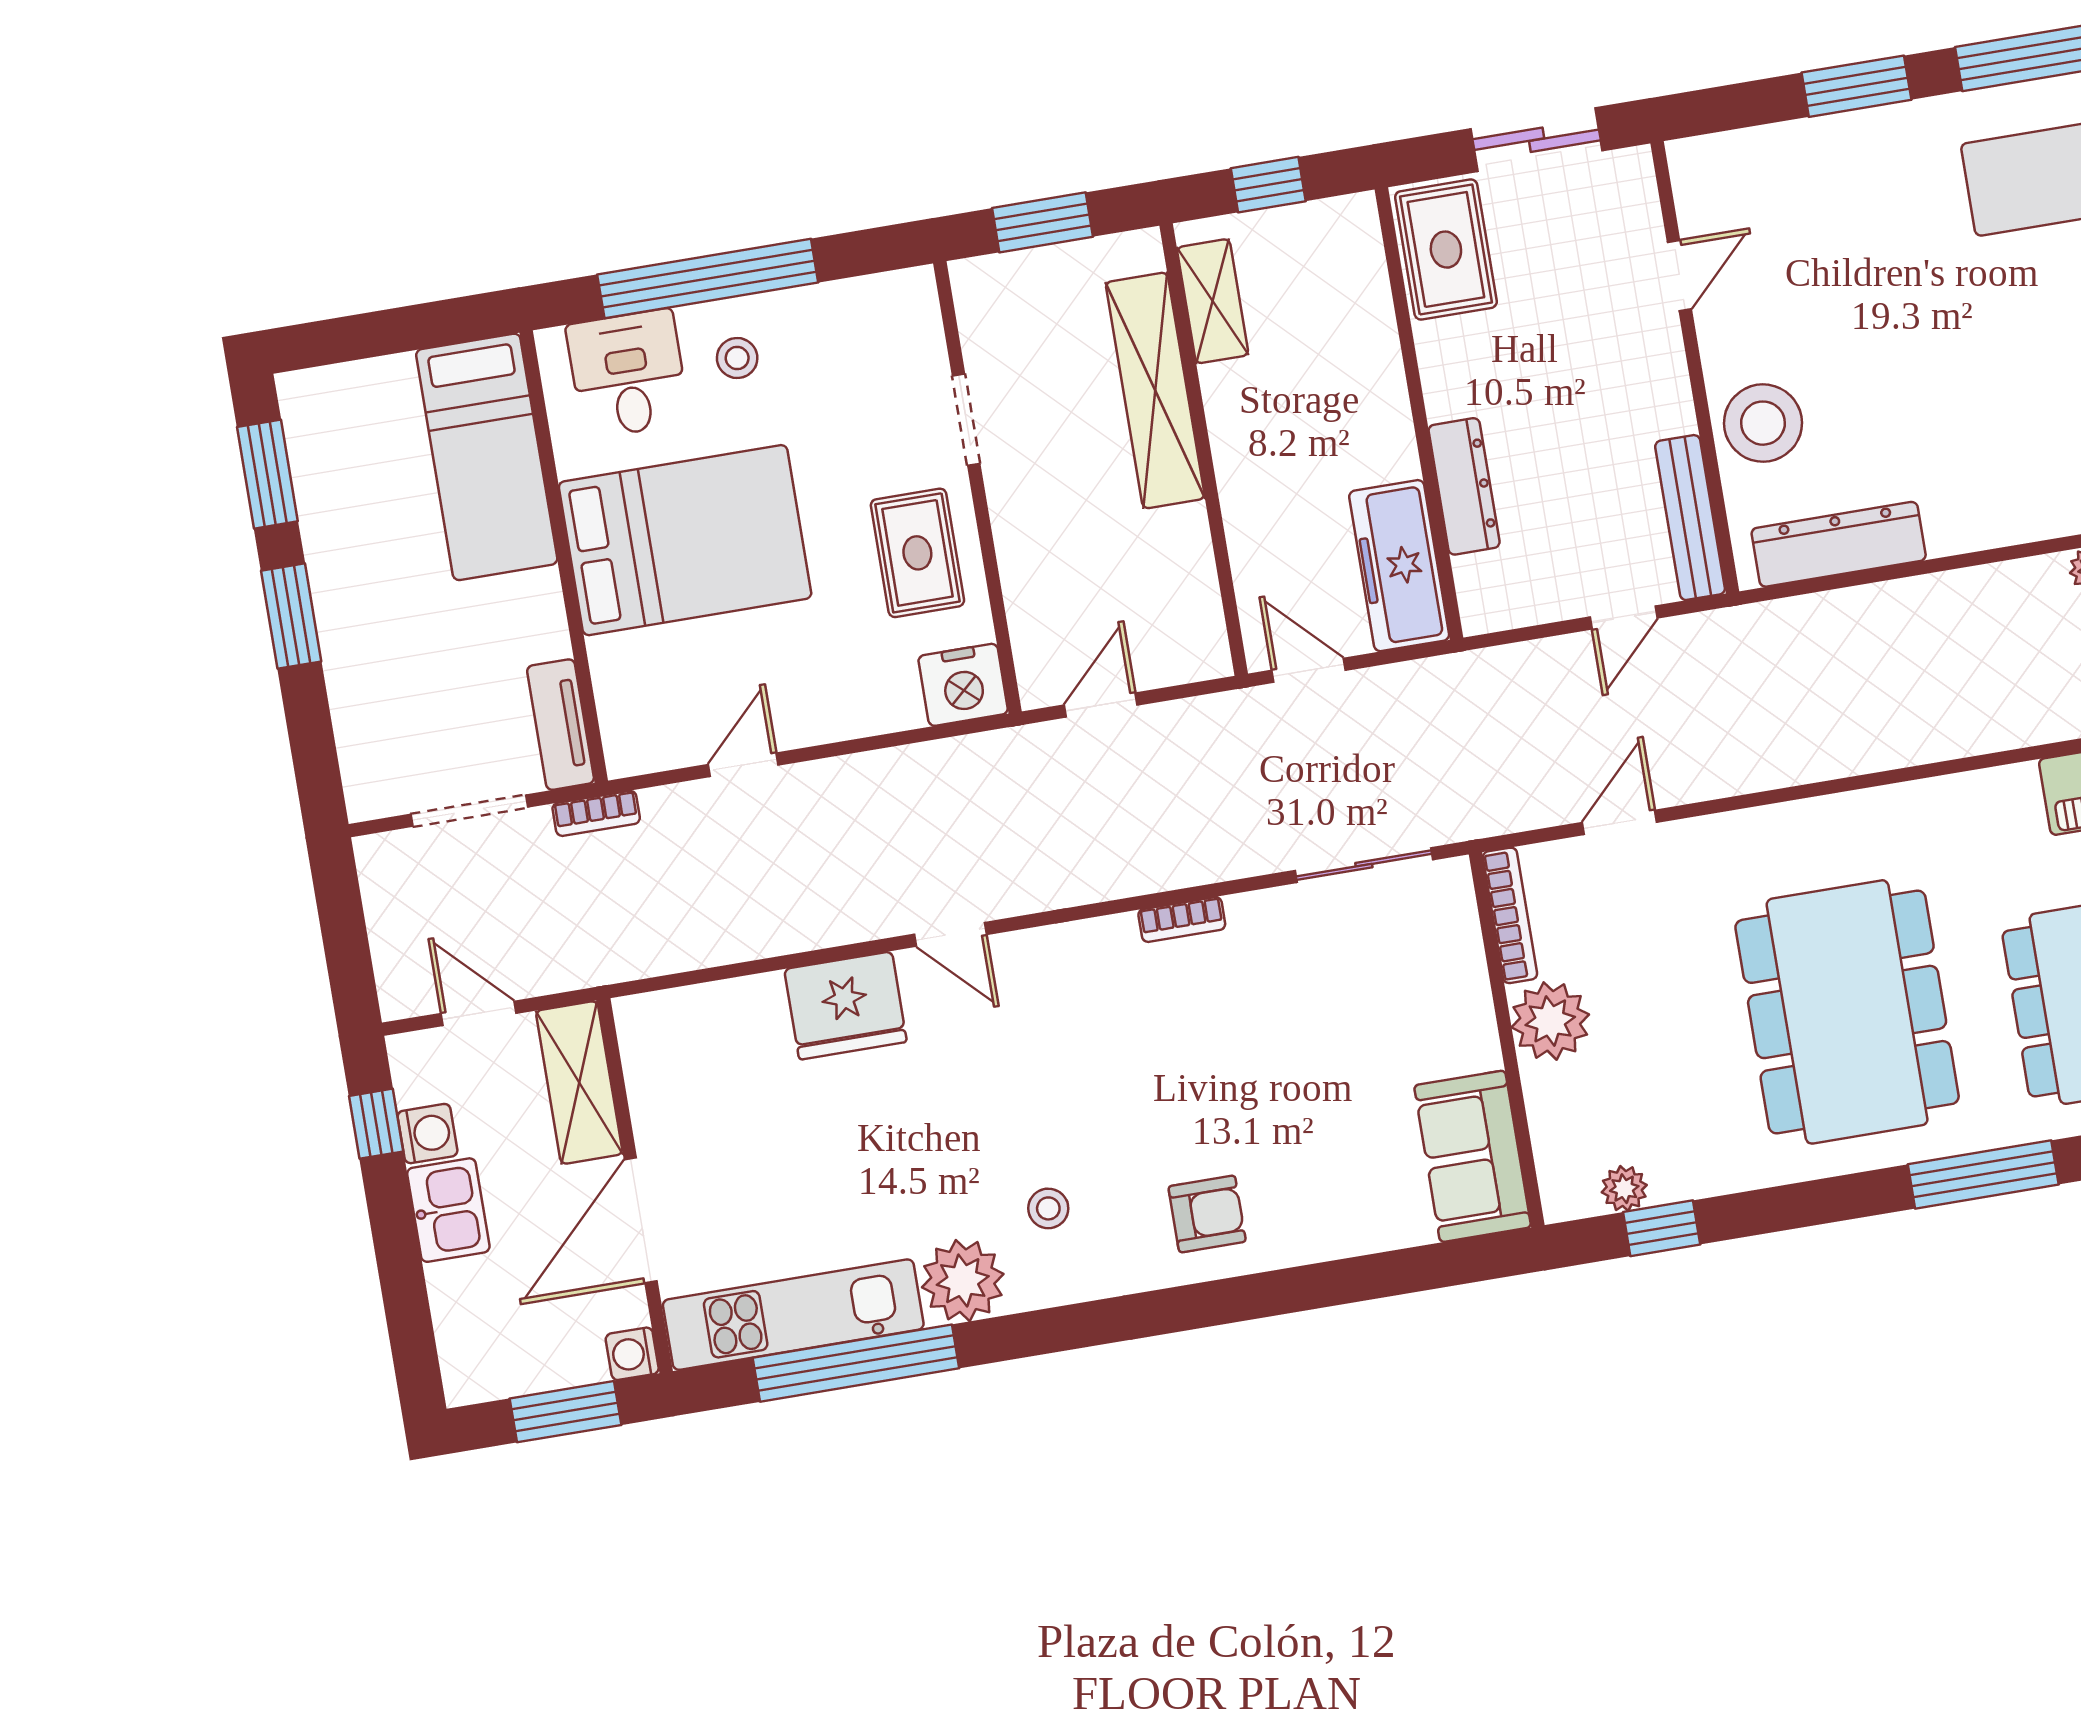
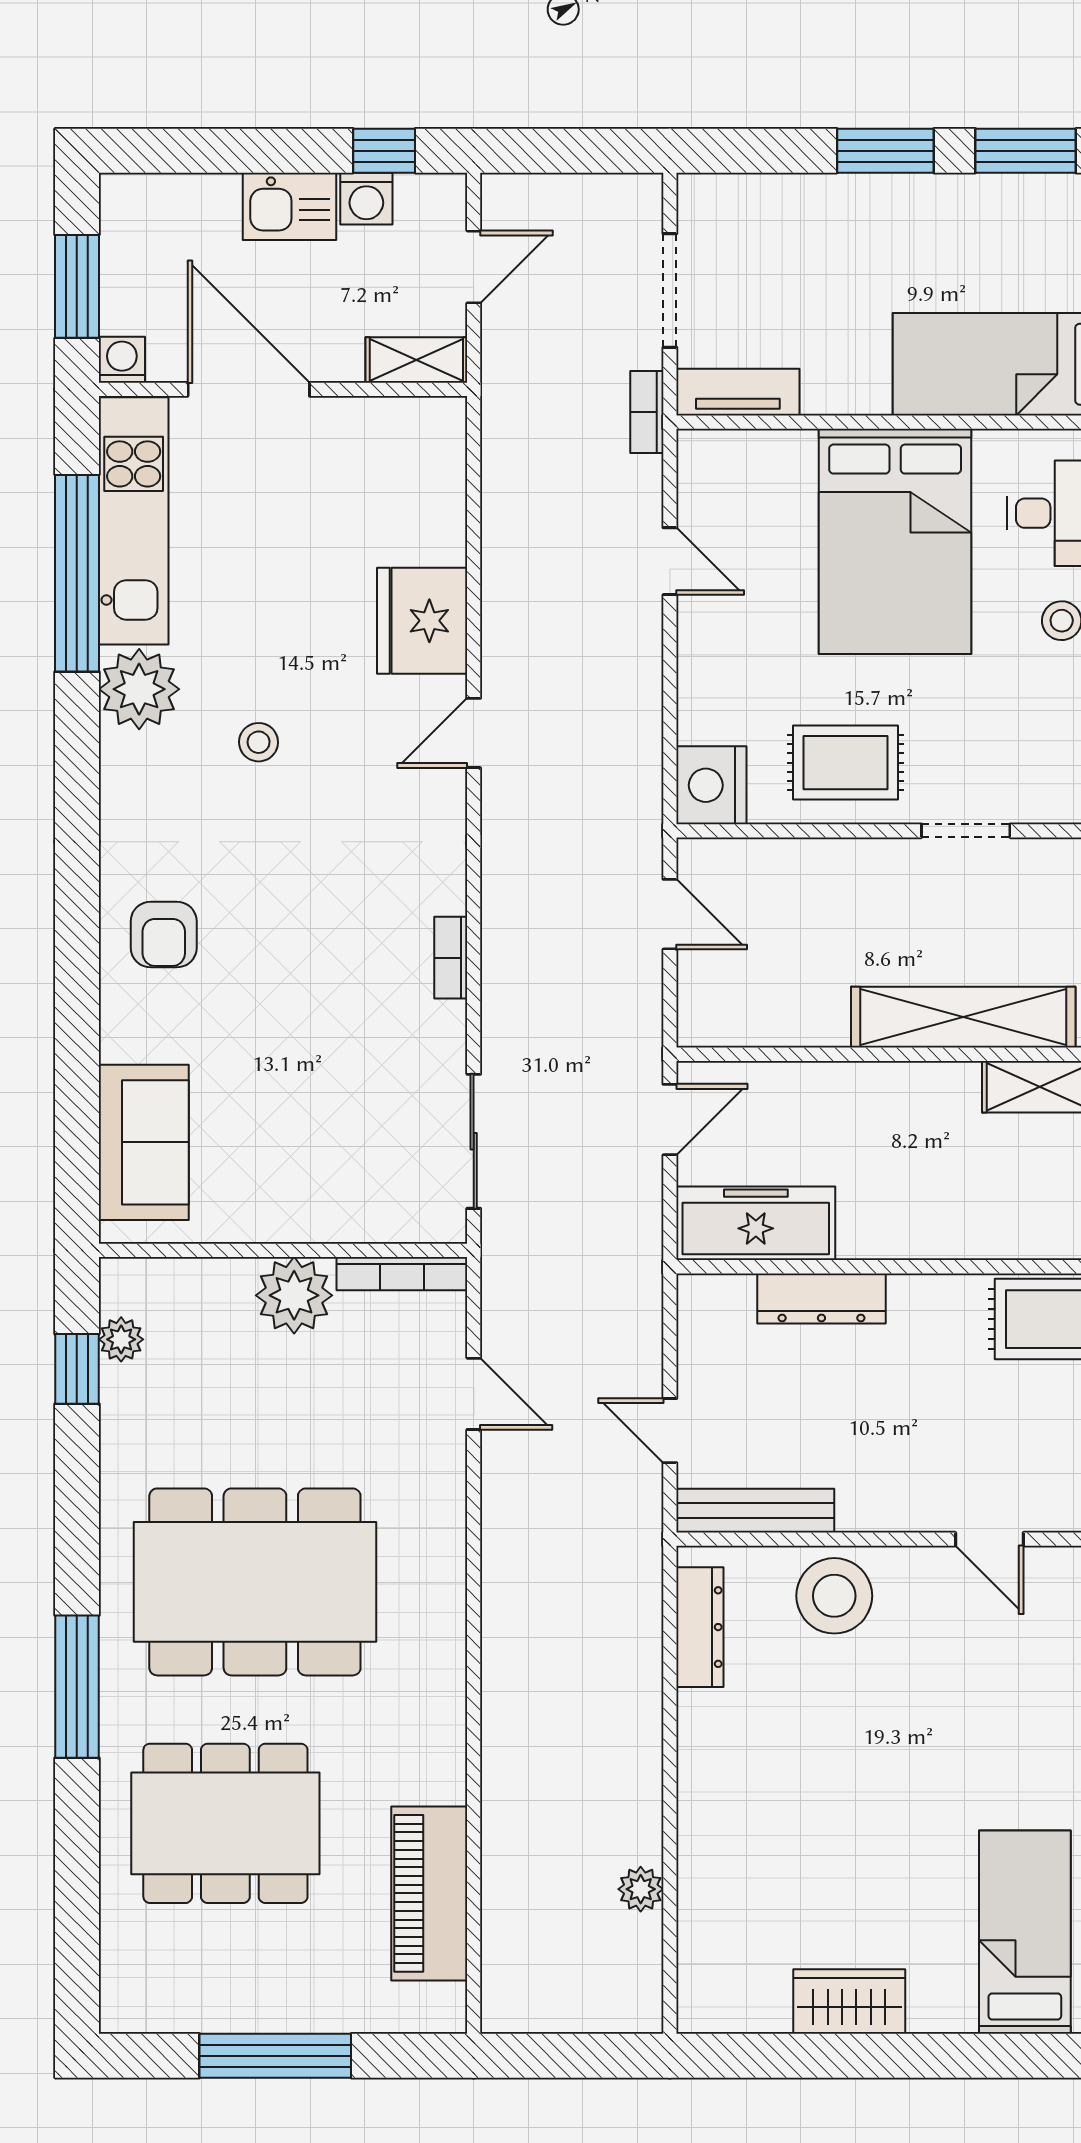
dresser: (1839, 544) -> (700, 1627), width x0.73, depth x0.80
shelving: (579, 1082) -> (416, 360), width x0.67, depth x0.75
sofa: (1473, 1156) -> (144, 1142), moved, turned 90
stool: (1048, 1208) -> (259, 742), moved

